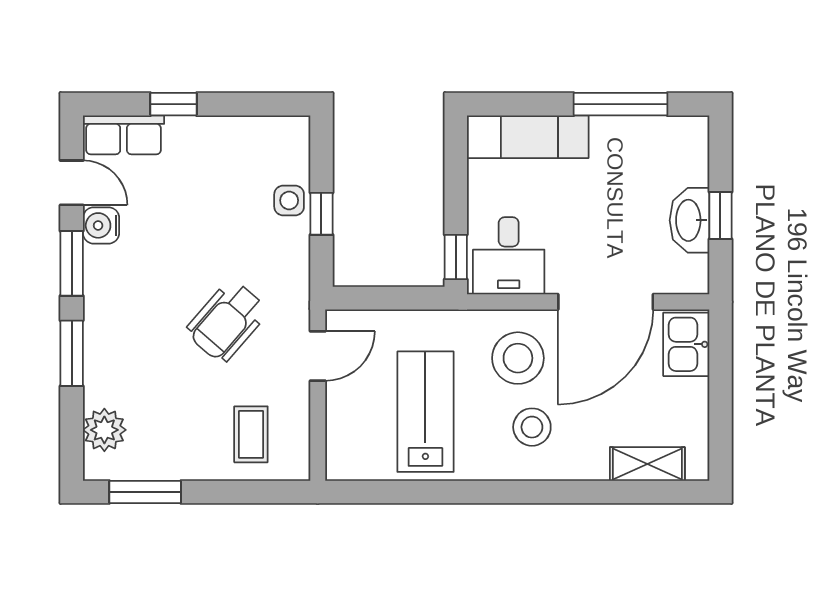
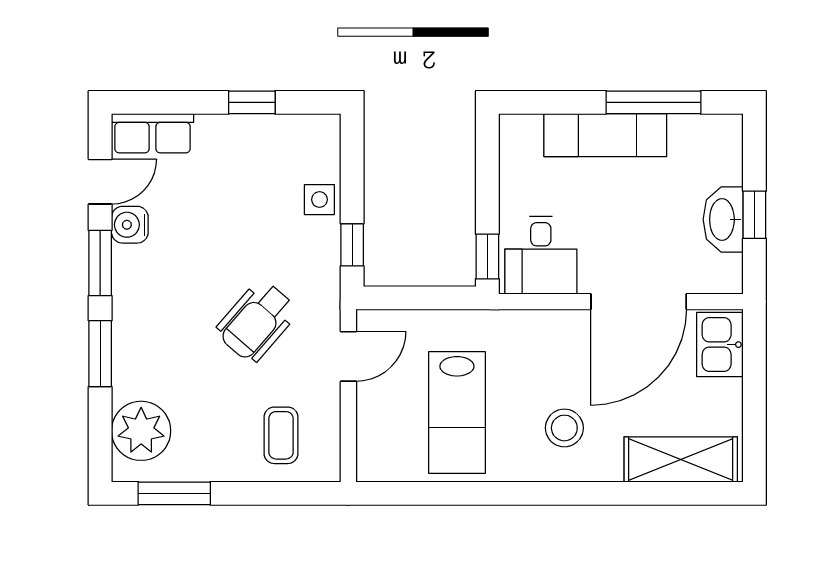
window: (173, 104) -> (252, 102), moved
exam couch: (528, 137) -> (605, 135), moved
door: (72, 183) -> (100, 182), hinge flipped
window: (321, 214) -> (352, 245), moved
stool: (518, 358) -> (550, 358), removed
lab bench: (425, 412) -> (457, 413), turned 180
plant: (104, 430) -> (141, 431), width x1.36, depth x1.36
shelving: (647, 464) -> (681, 459), width x1.50, depth x1.33

